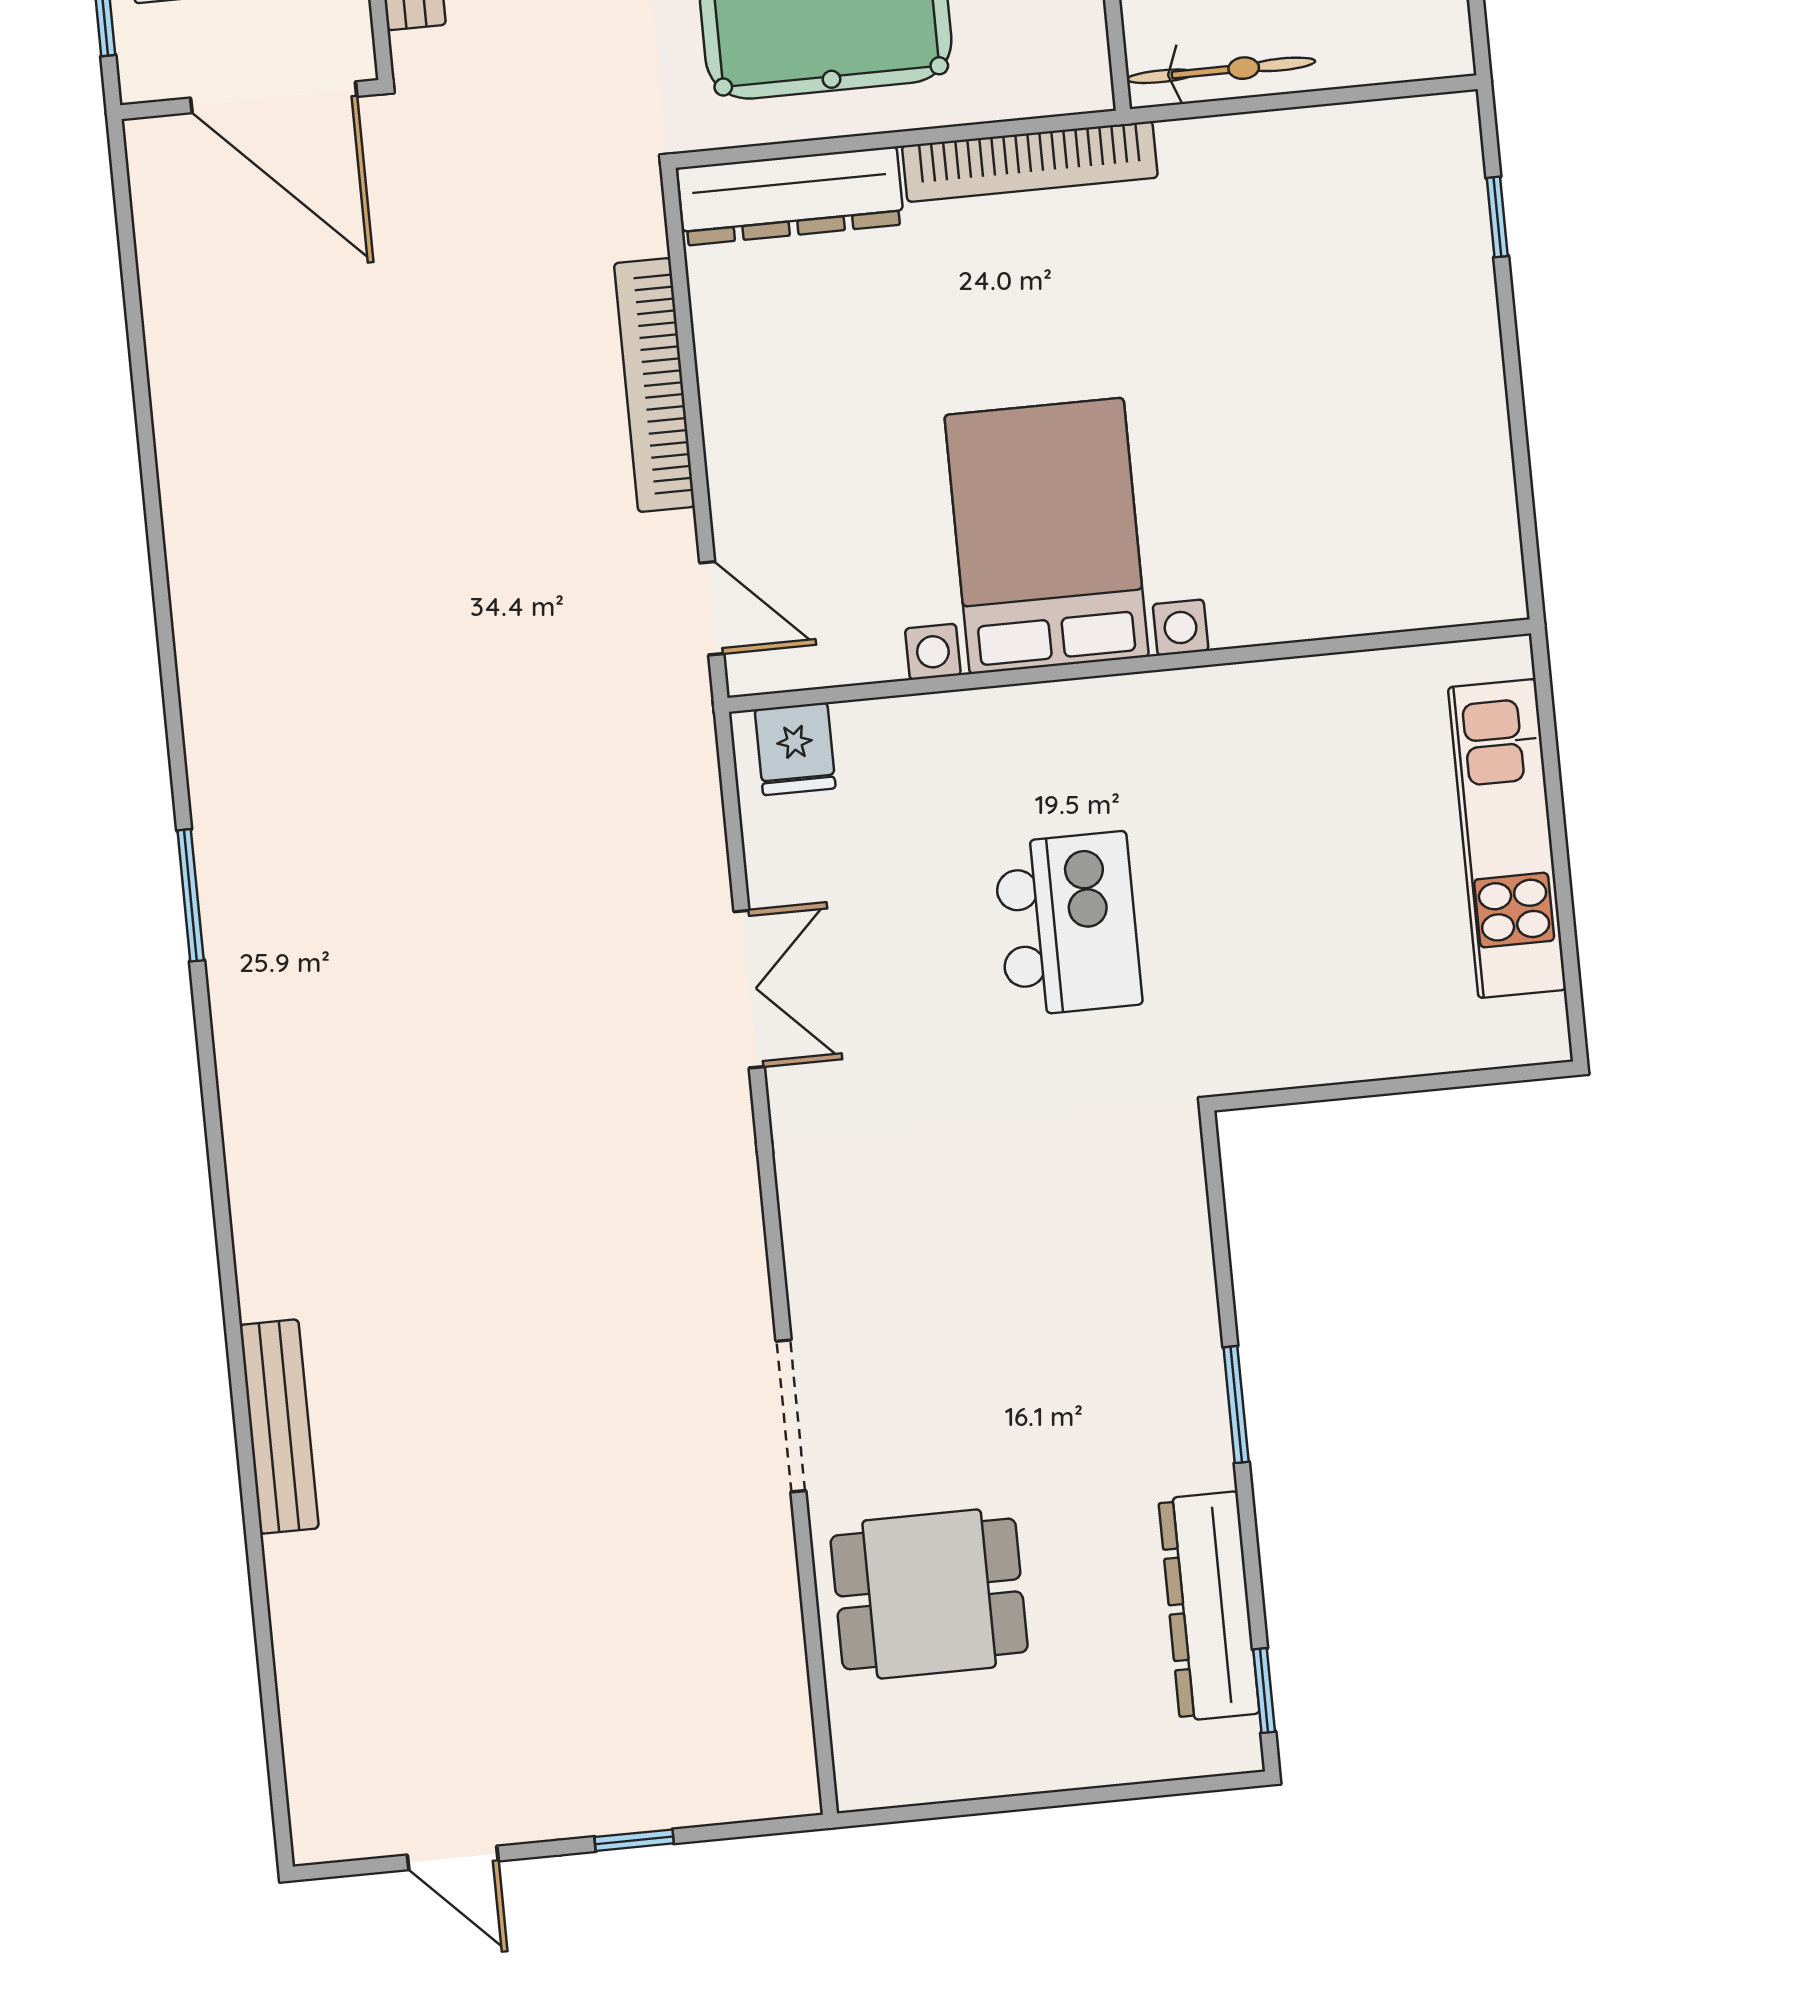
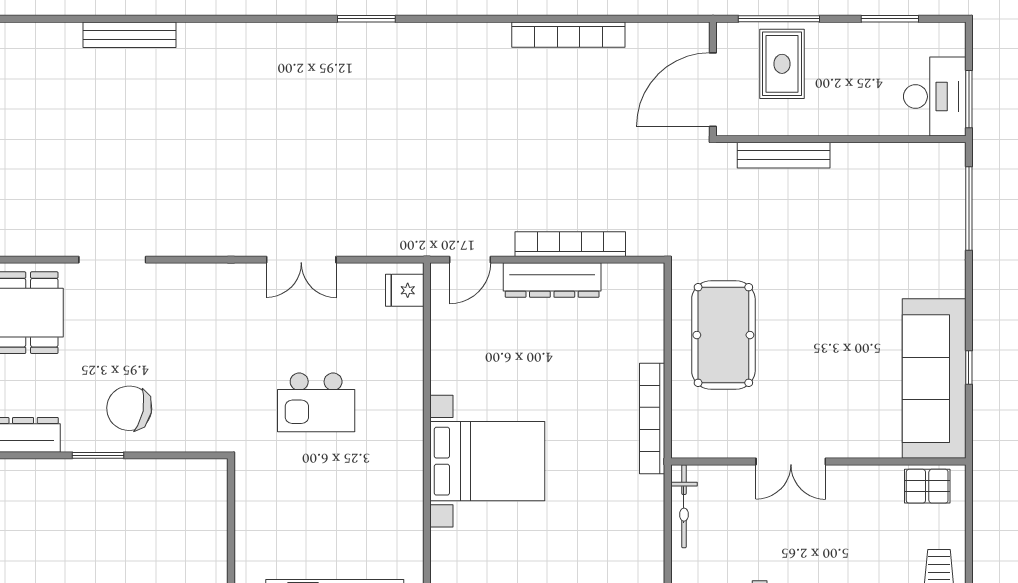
dresser: (790, 196) -> (552, 280), moved, turned -90
bookcase: (182, 436) -> (568, 35), added
bed with nightstands: (1047, 536) -> (487, 461), moved
chair: (1123, 1345) -> (129, 408), added

